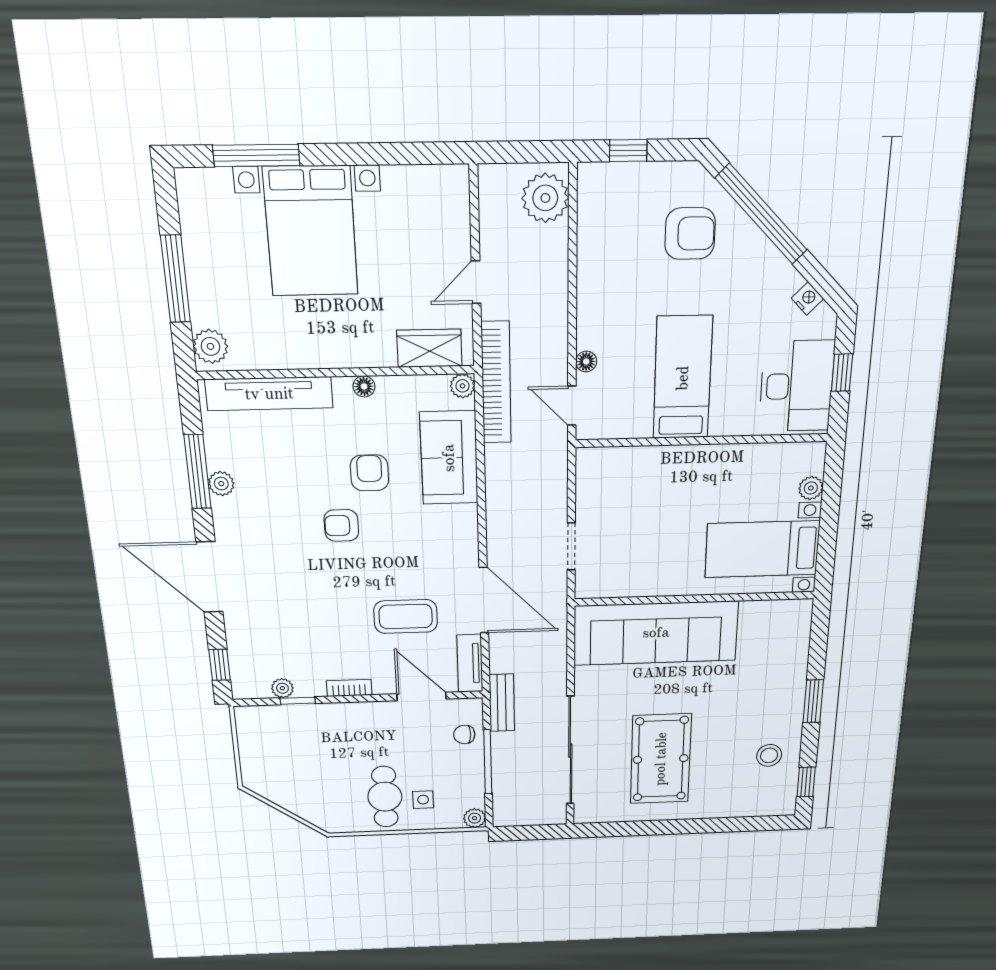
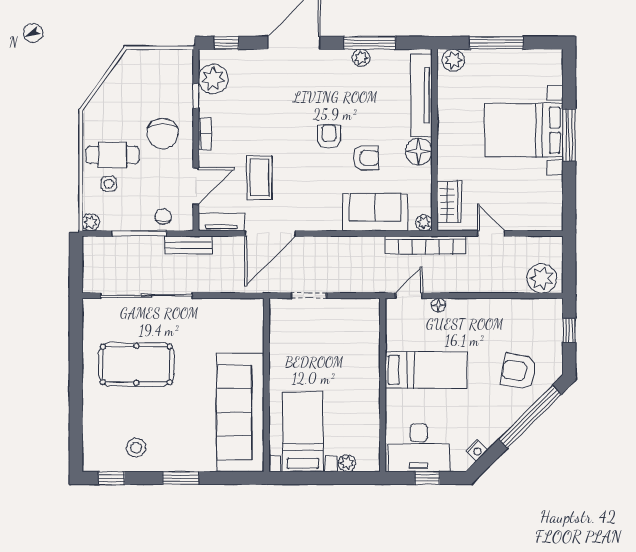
window: (256, 155) -> (569, 135), moved
armchair: (690, 234) -> (519, 371), turned 101
floor lamp: (364, 386) -> (419, 151), width x1.89, depth x1.89
sofa: (656, 633) -> (240, 412), moved
plant: (282, 688) -> (213, 79), width x1.87, depth x1.87
chair: (352, 739) -> (162, 134), added

